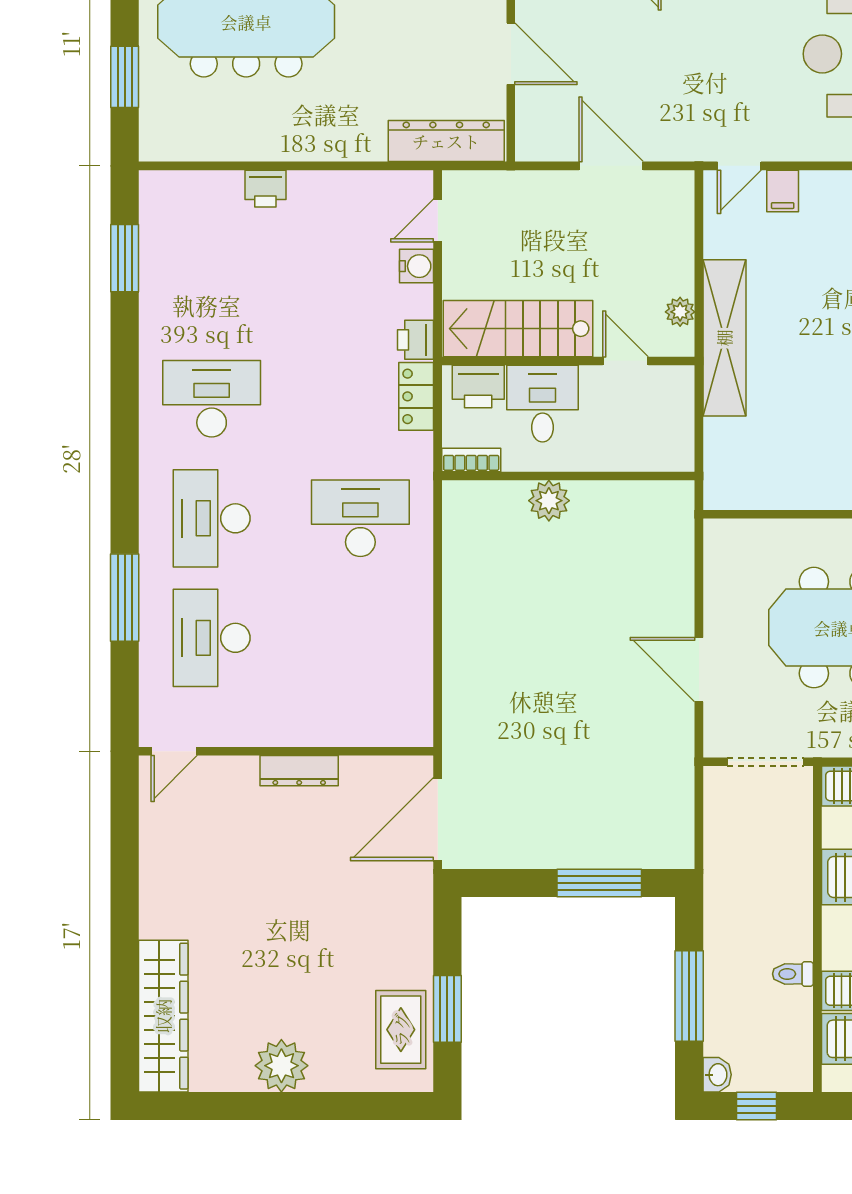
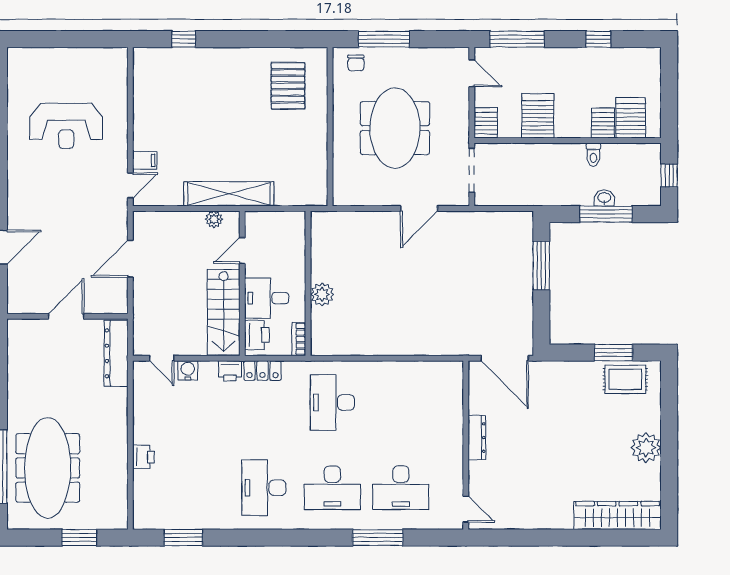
door: (739, 166) -> (130, 185), hinge flipped
washbasin: (717, 1075) -> (604, 198), moved

